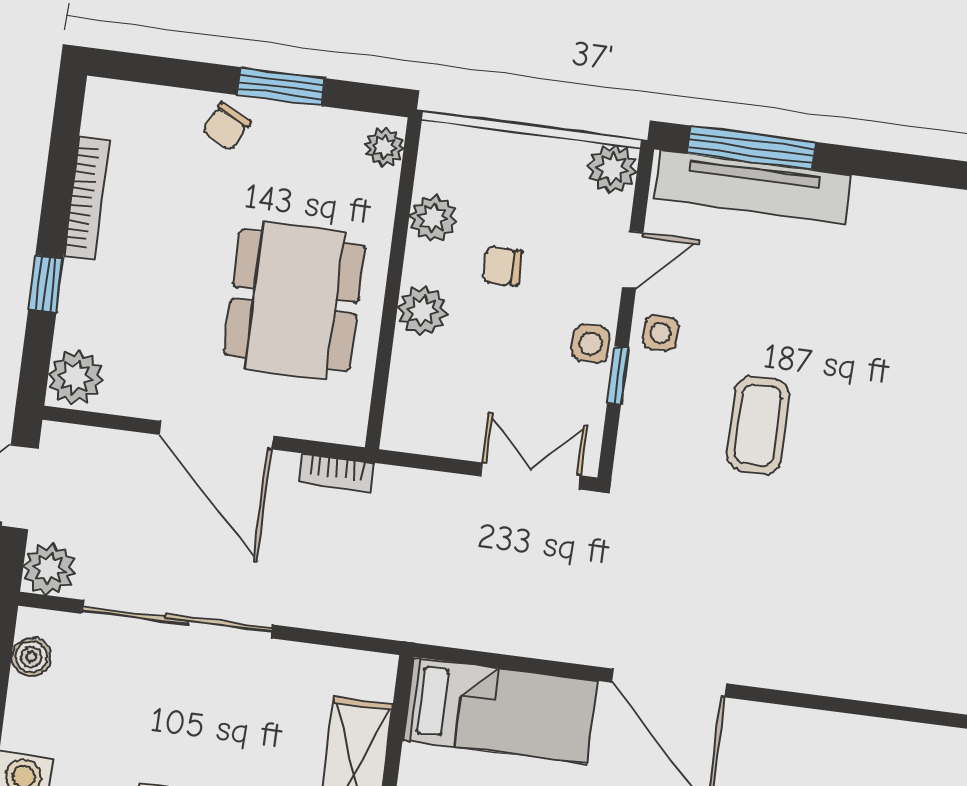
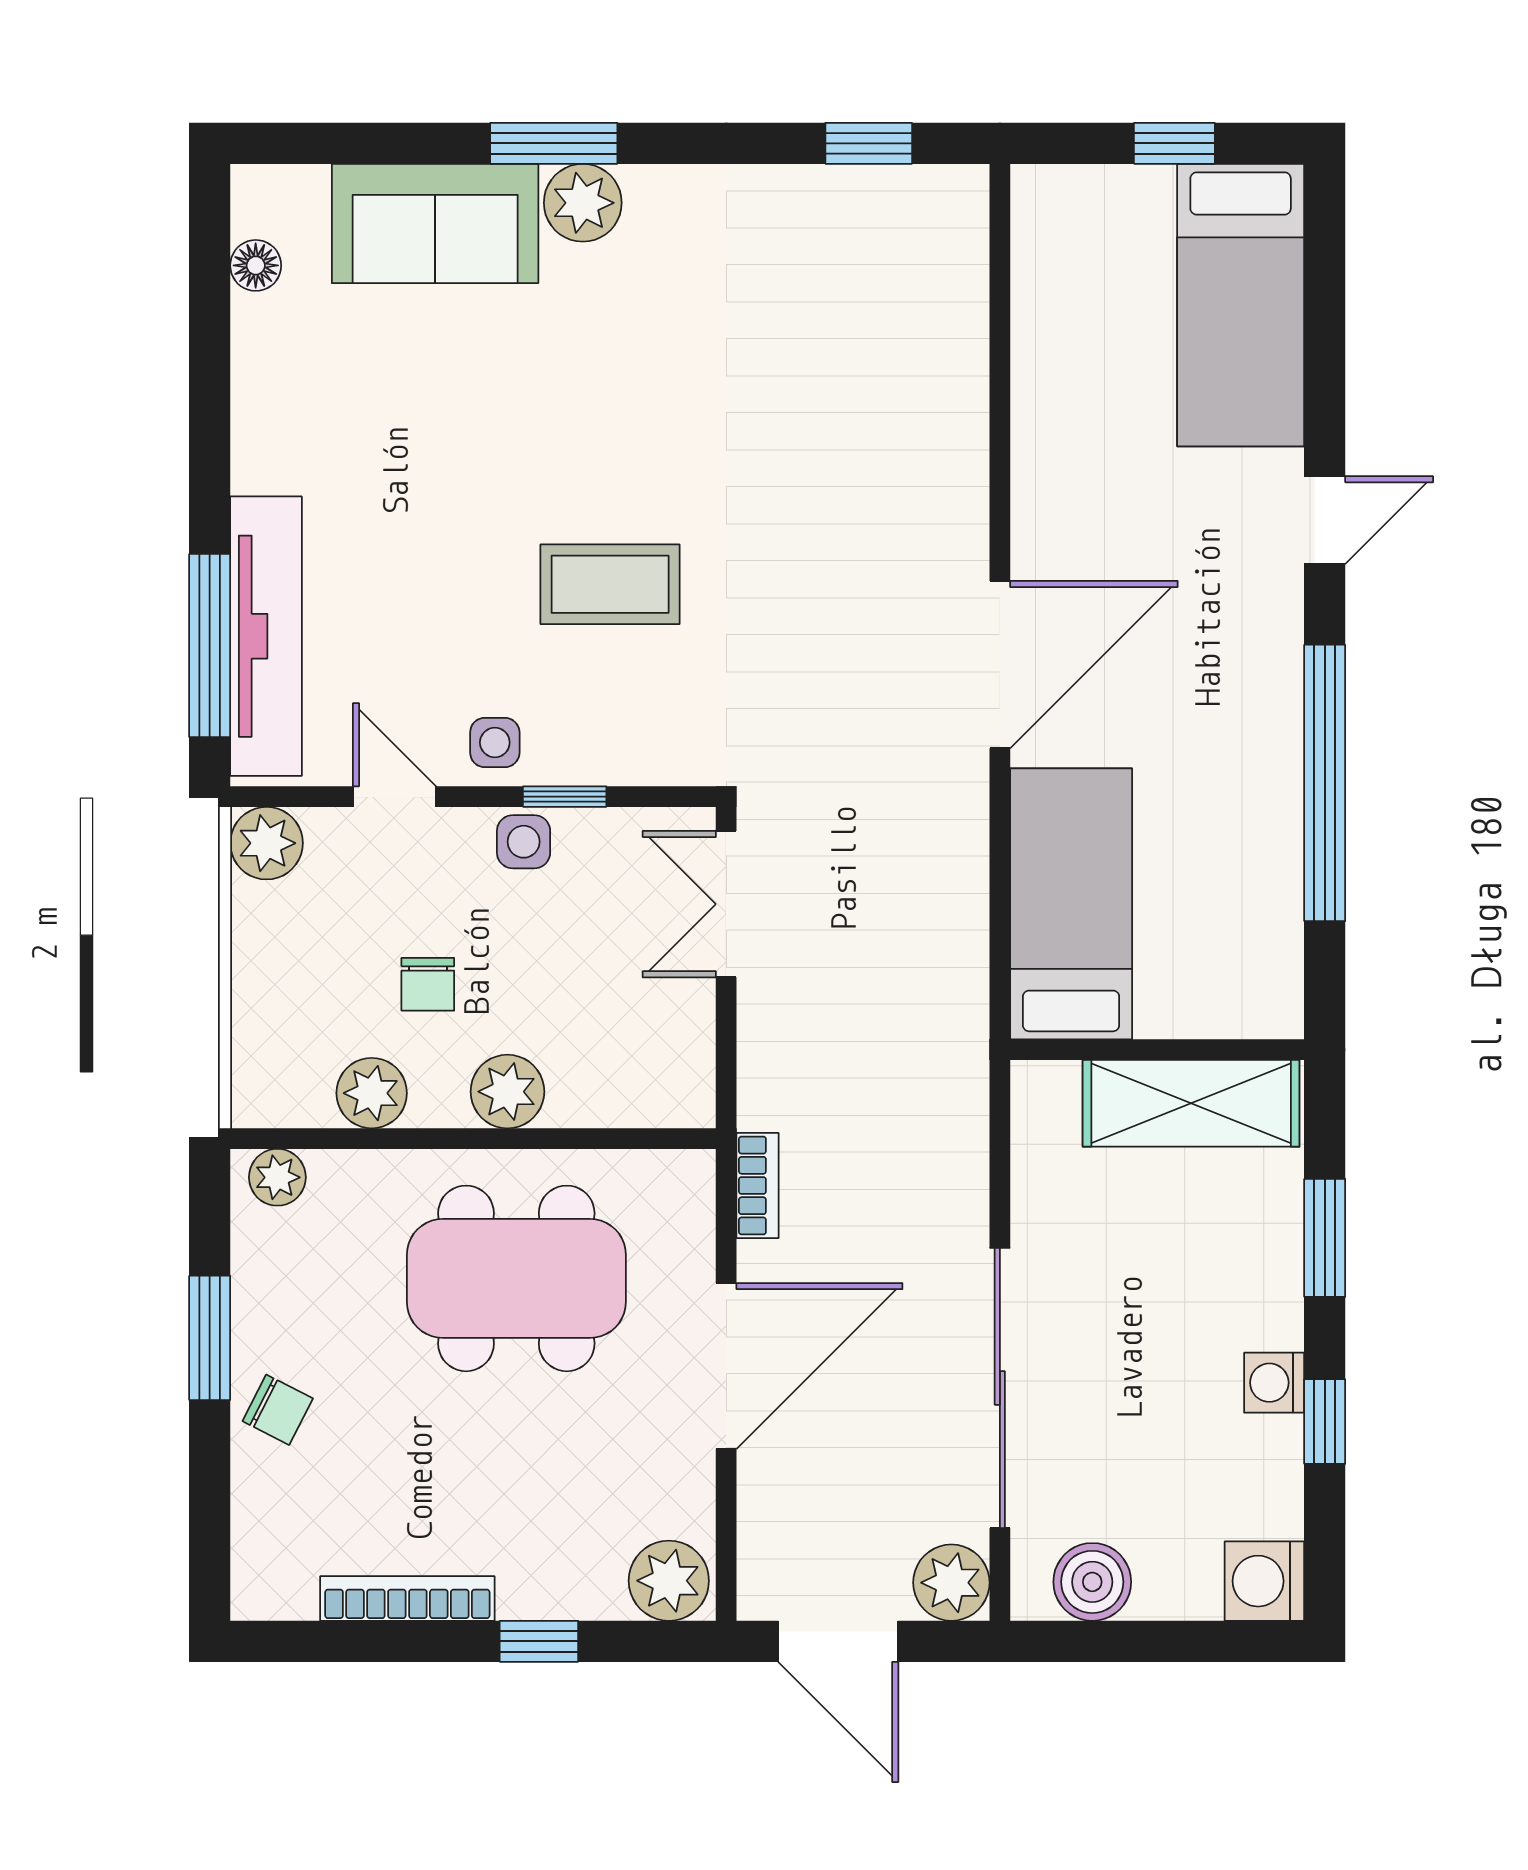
boiler: (31, 657) -> (1092, 1582), width x1.36, depth x1.36

